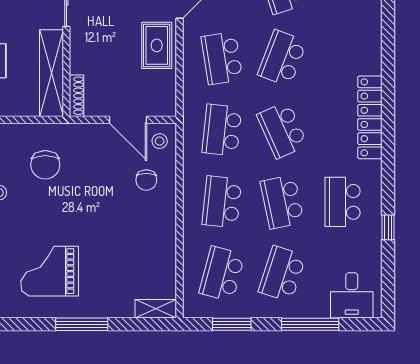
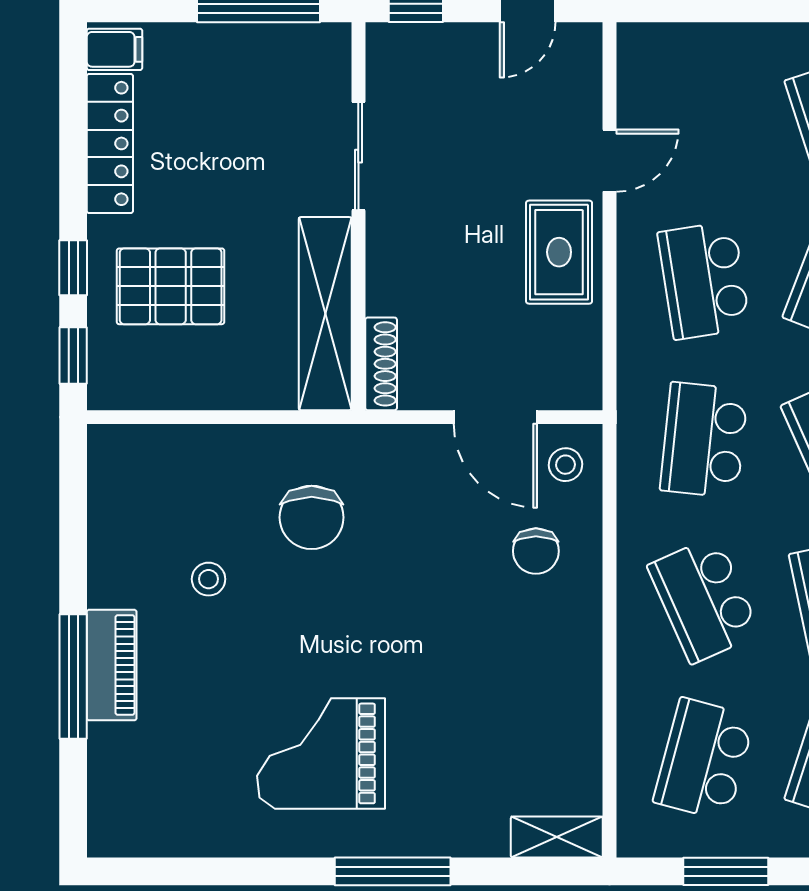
school desk: (222, 202) -> (704, 600), turned -30

